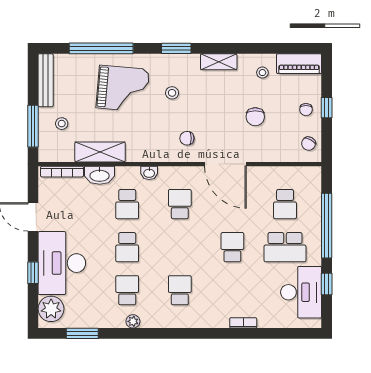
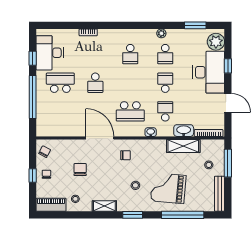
school desk: (180, 204) -> (130, 111), width x1.85
school desk: (285, 204) -> (60, 111), removed

